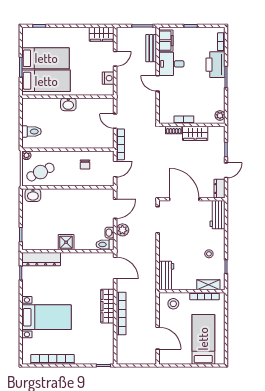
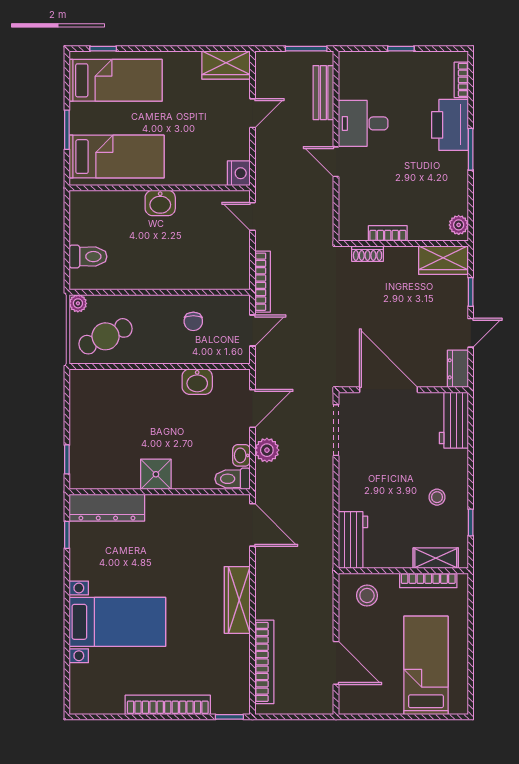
filing cabinet: (166, 41) -> (352, 78), removed
bed: (46, 58) -> (116, 80), moved
nightstand: (108, 78) -> (239, 173), moved
door: (115, 121) -> (252, 216), moved
wardrobe: (195, 133) -> (443, 260), moved
washbasin: (33, 195) -> (197, 382), moved
bookcase: (121, 314) -> (264, 662), moved
bookcase: (52, 359) -> (168, 705), moved

